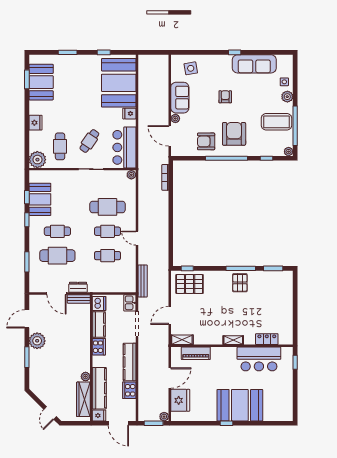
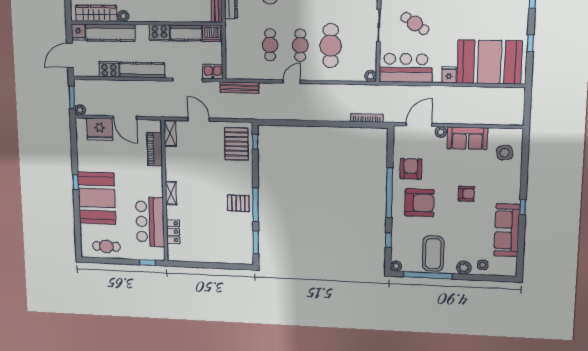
cafe table: (282, 398) -> (106, 246), added

